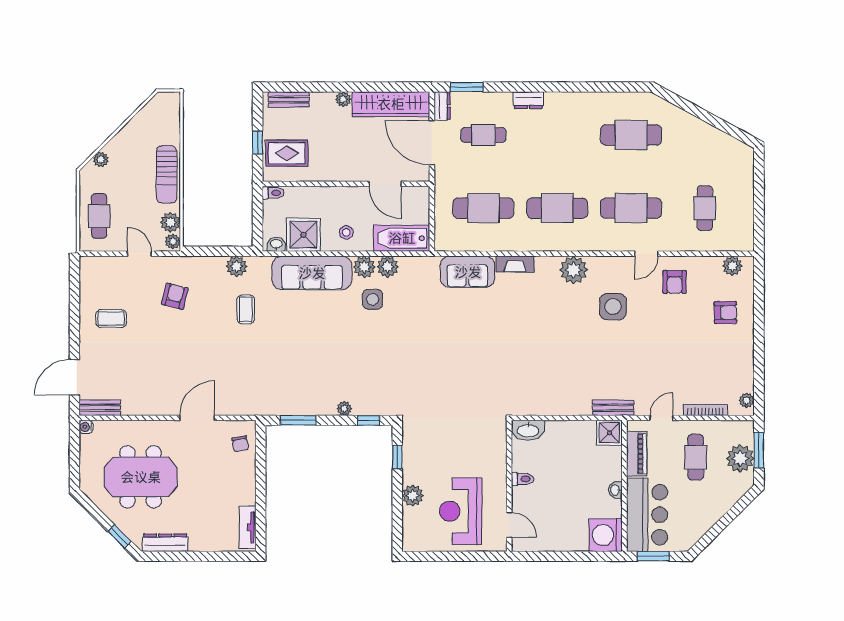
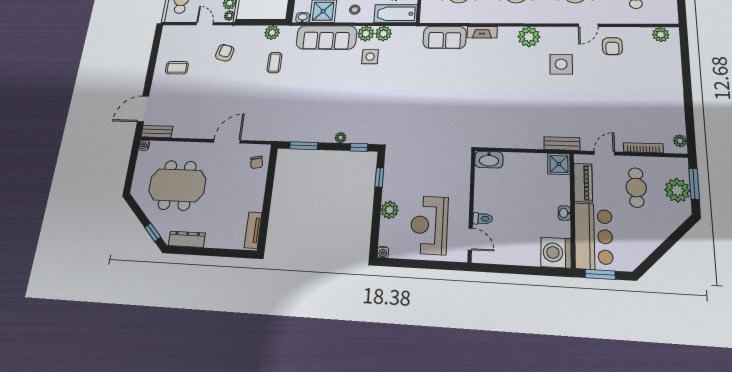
armchair: (725, 312) -> (657, 70), removed
toilet: (523, 479) -> (483, 219), moved
water cooler: (408, 545) -> (383, 252), added

